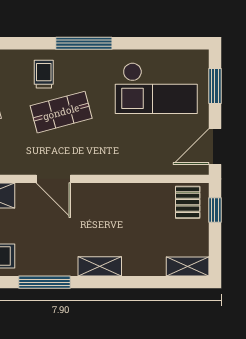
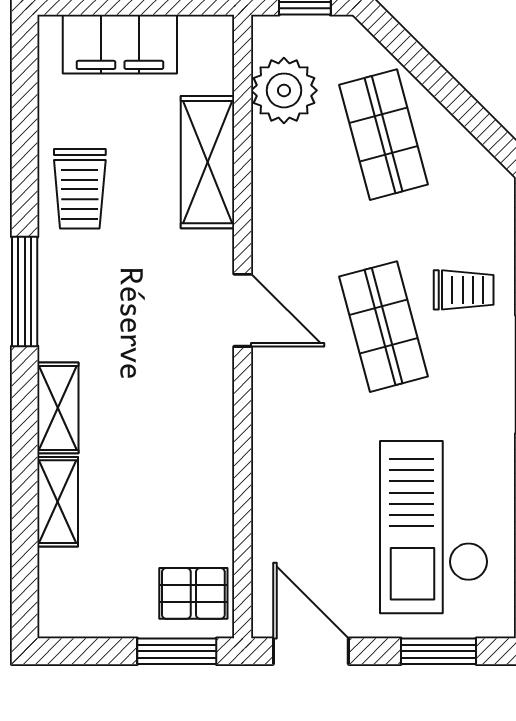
door: (53, 179) -> (243, 310), swing flipped
window: (215, 210) -> (177, 651), width x1.50
shelving: (188, 266) -> (58, 502), moved

